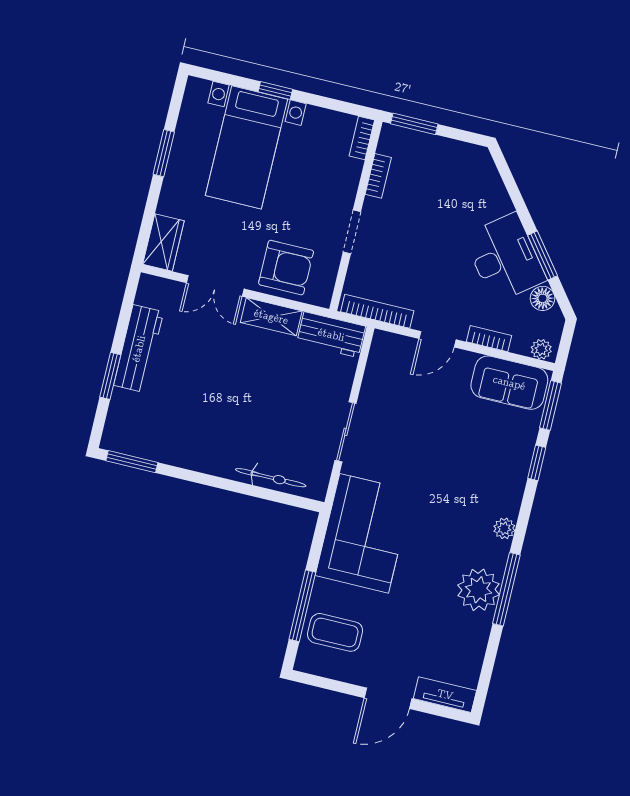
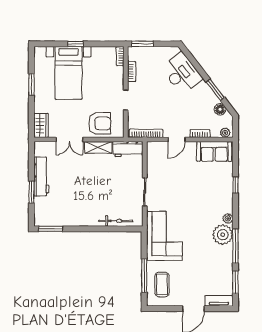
desk: (505, 258) -> (182, 73), moved
window: (551, 405) -> (235, 282), moved
plant: (478, 590) -> (223, 235), moved
coffee table: (335, 632) -> (162, 284), turned 90

